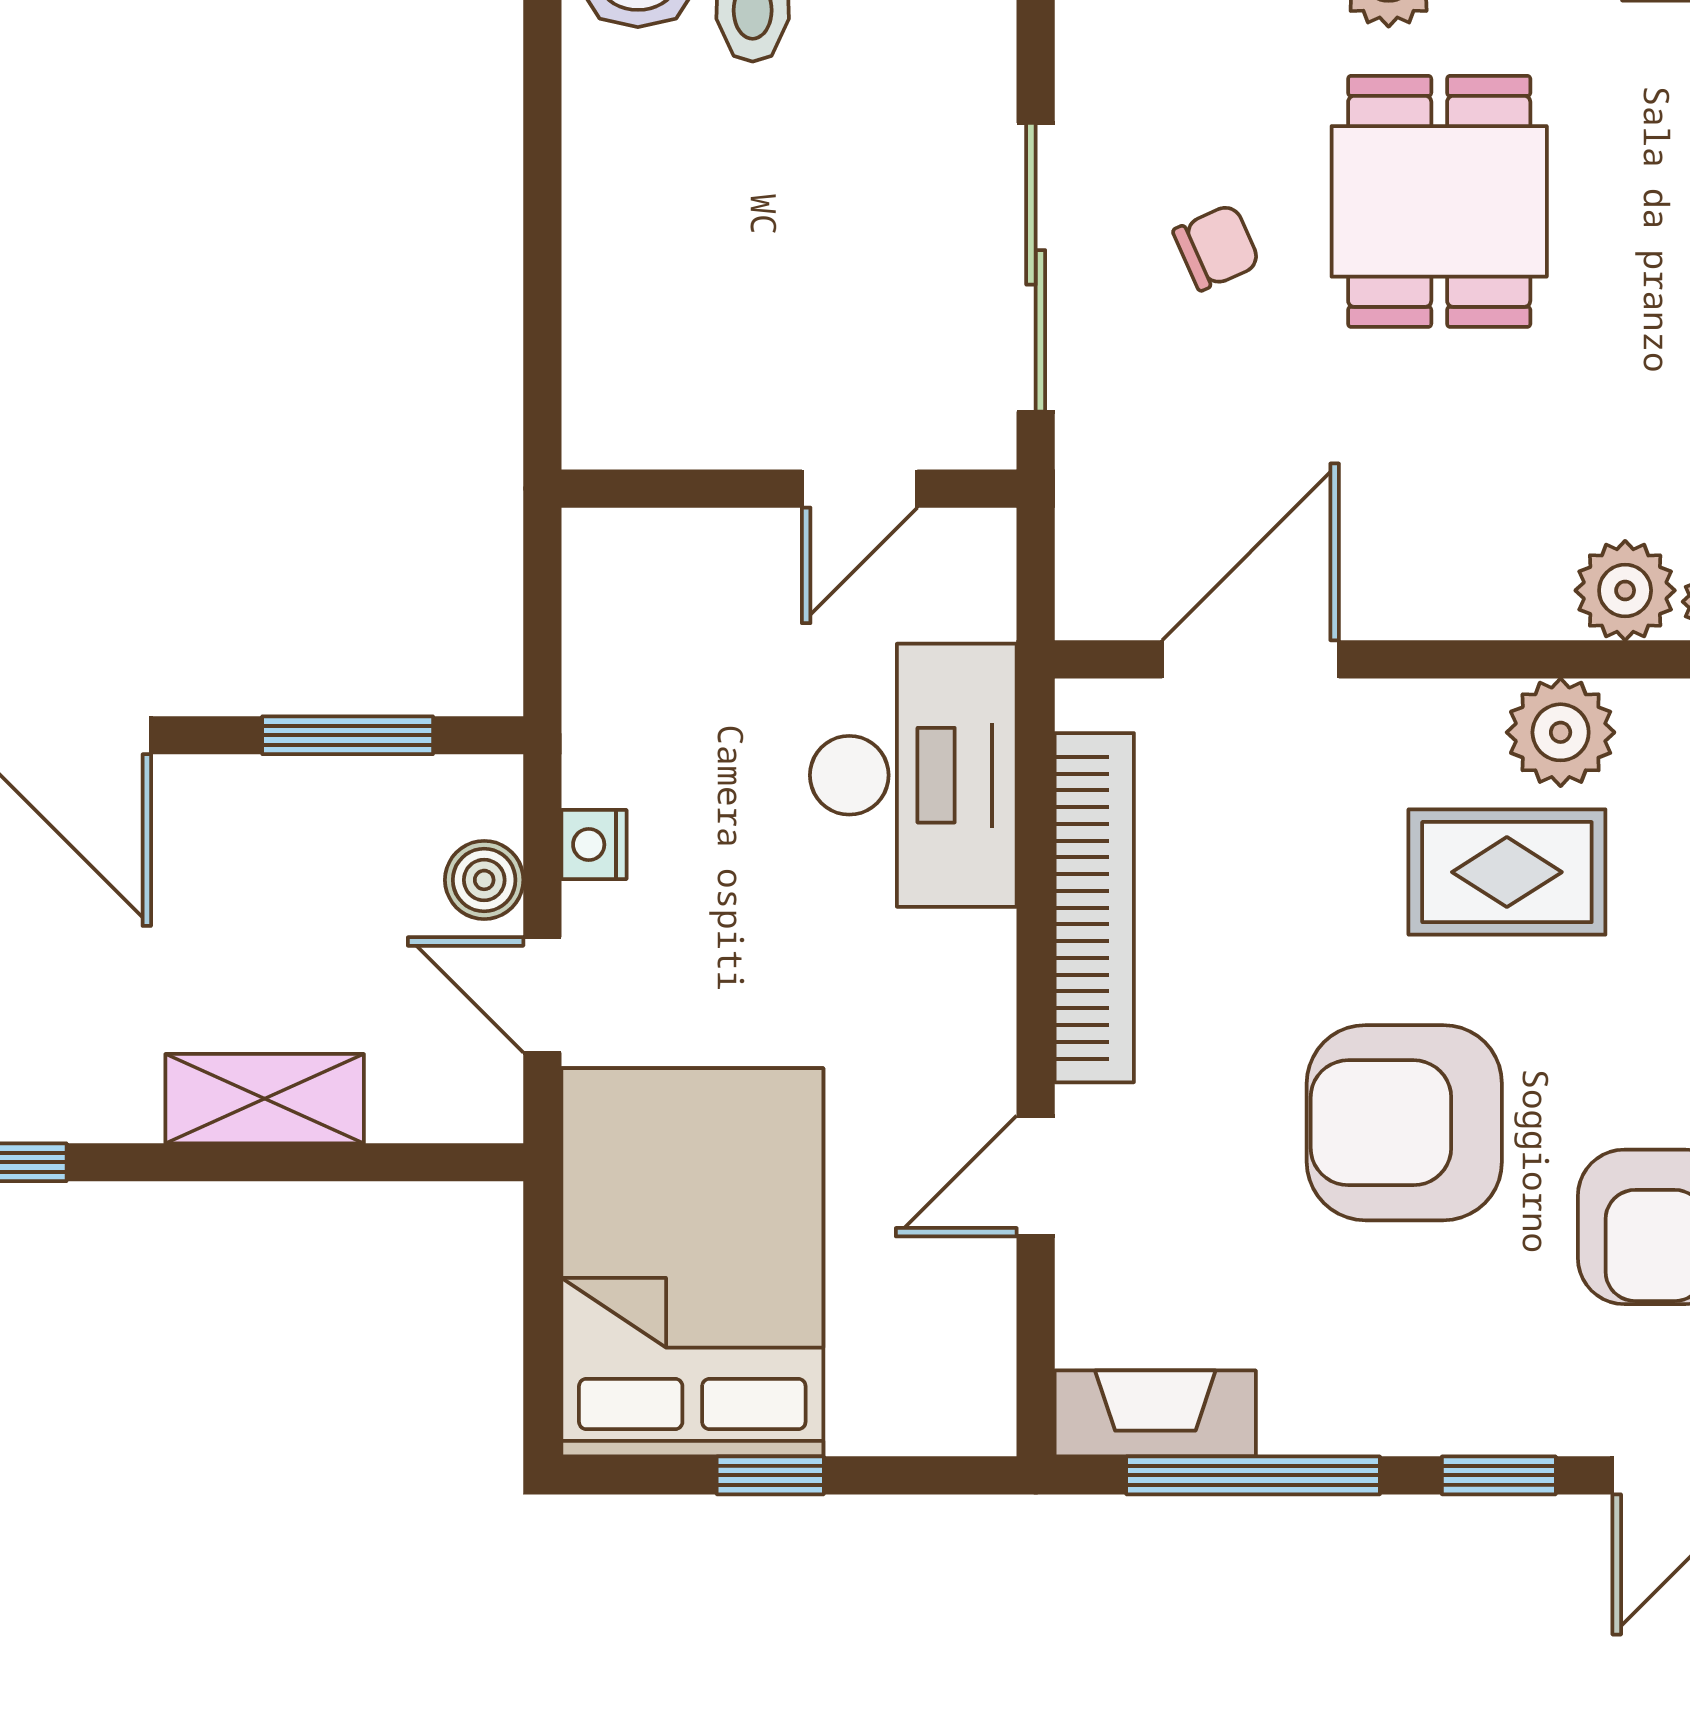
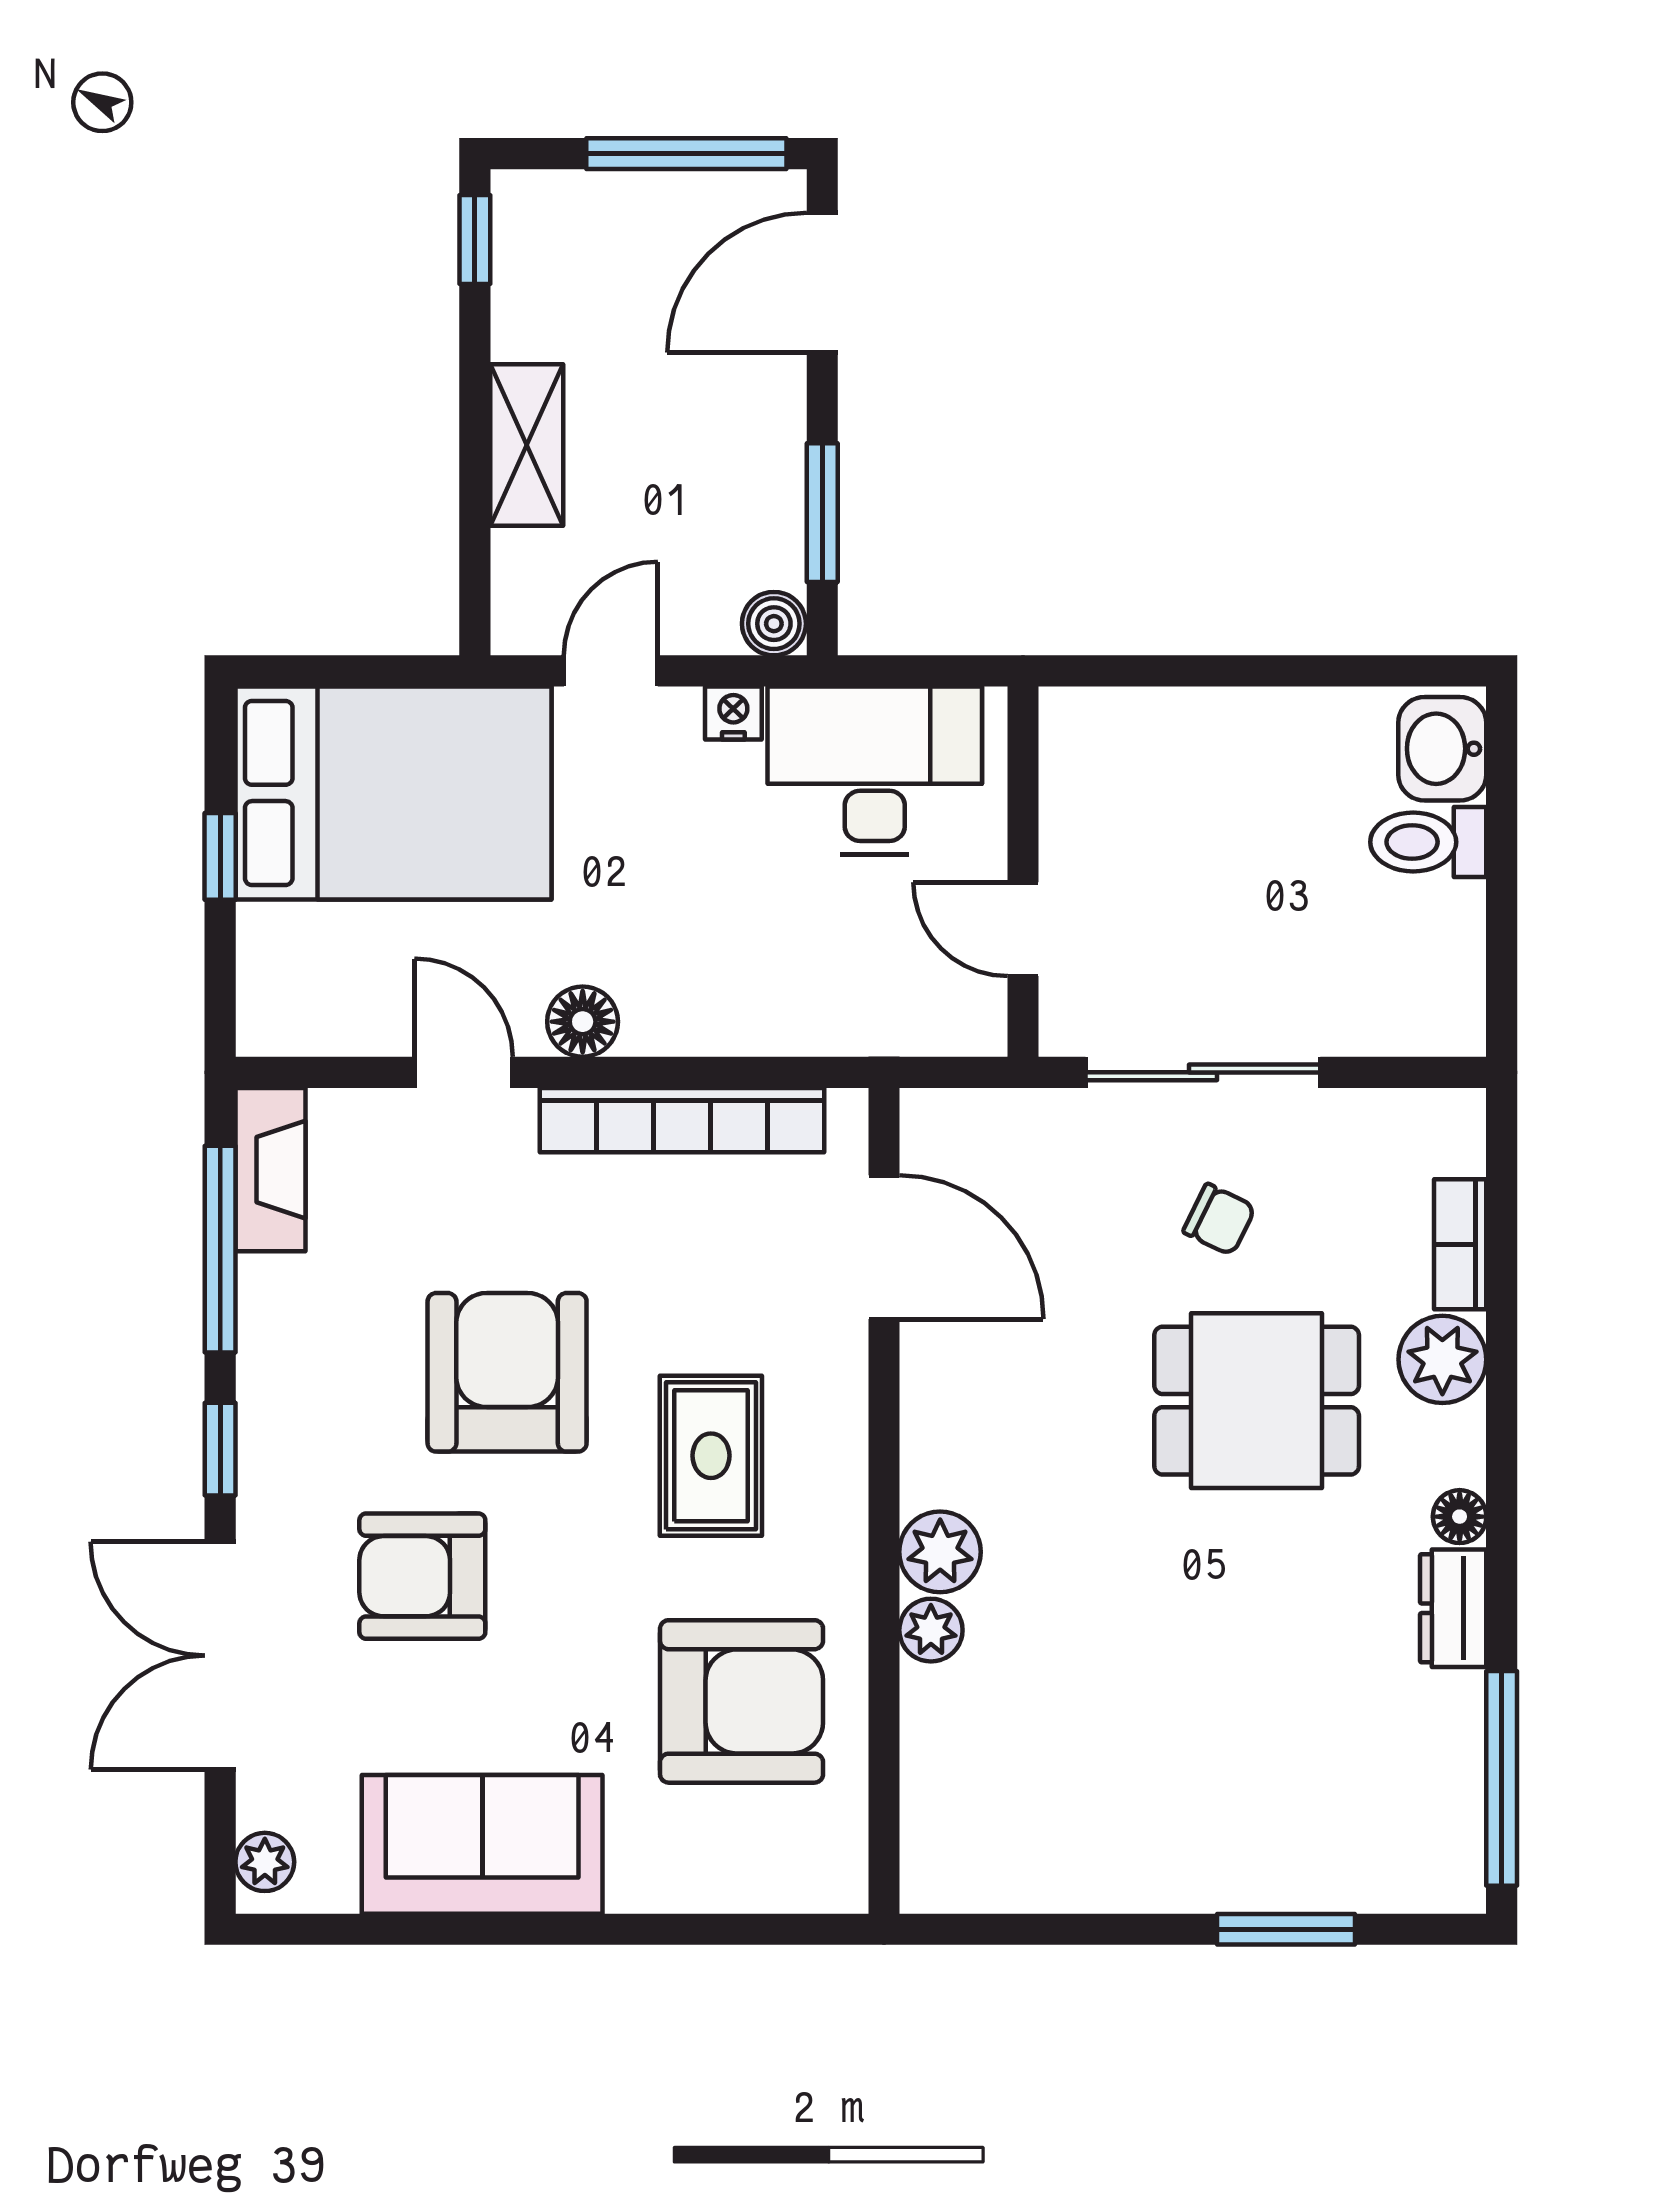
chair: (1217, 247) -> (1219, 1219), turned -40
plant: (1561, 732) -> (825, 1499), removed
desk: (913, 775) -> (875, 770), moved, turned 180
boiler: (484, 880) -> (774, 624), moved
floor lamp: (973, 1030) -> (583, 1022), added

